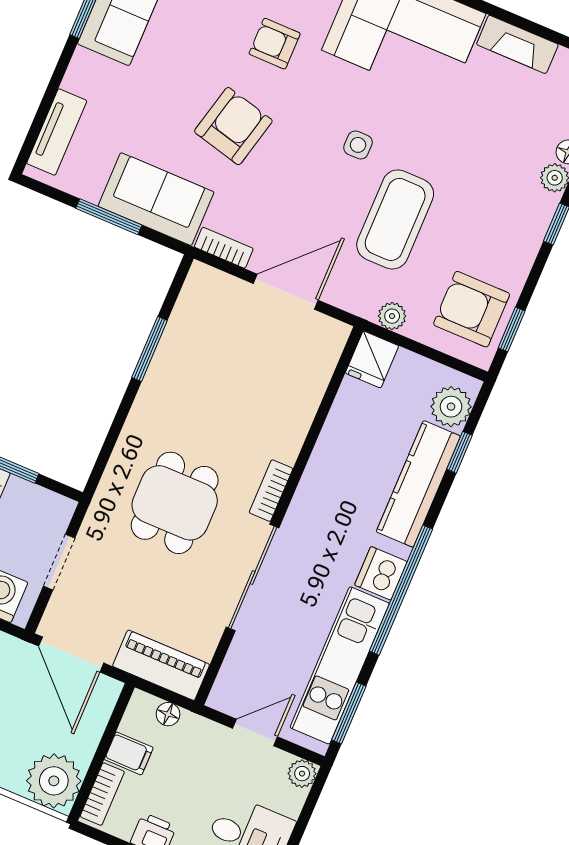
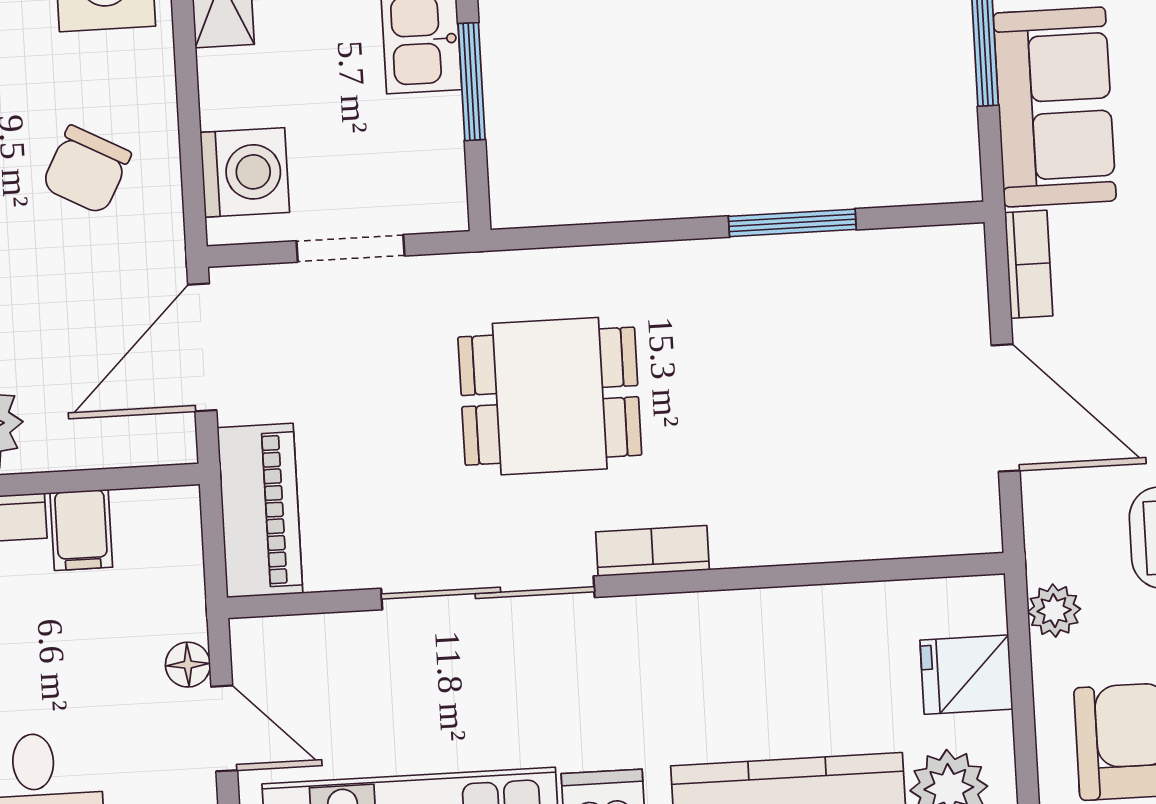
fridge: (372, 359) -> (966, 675), moved
floor lamp: (168, 714) -> (188, 665), moved

